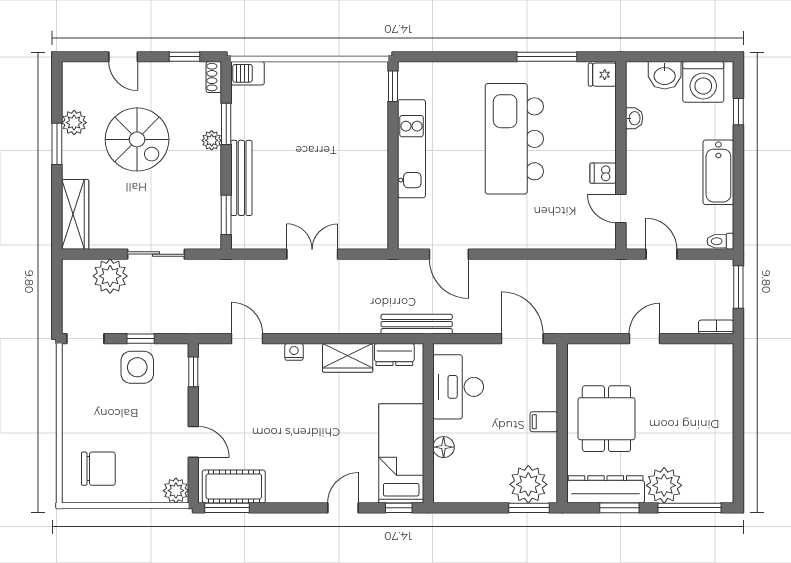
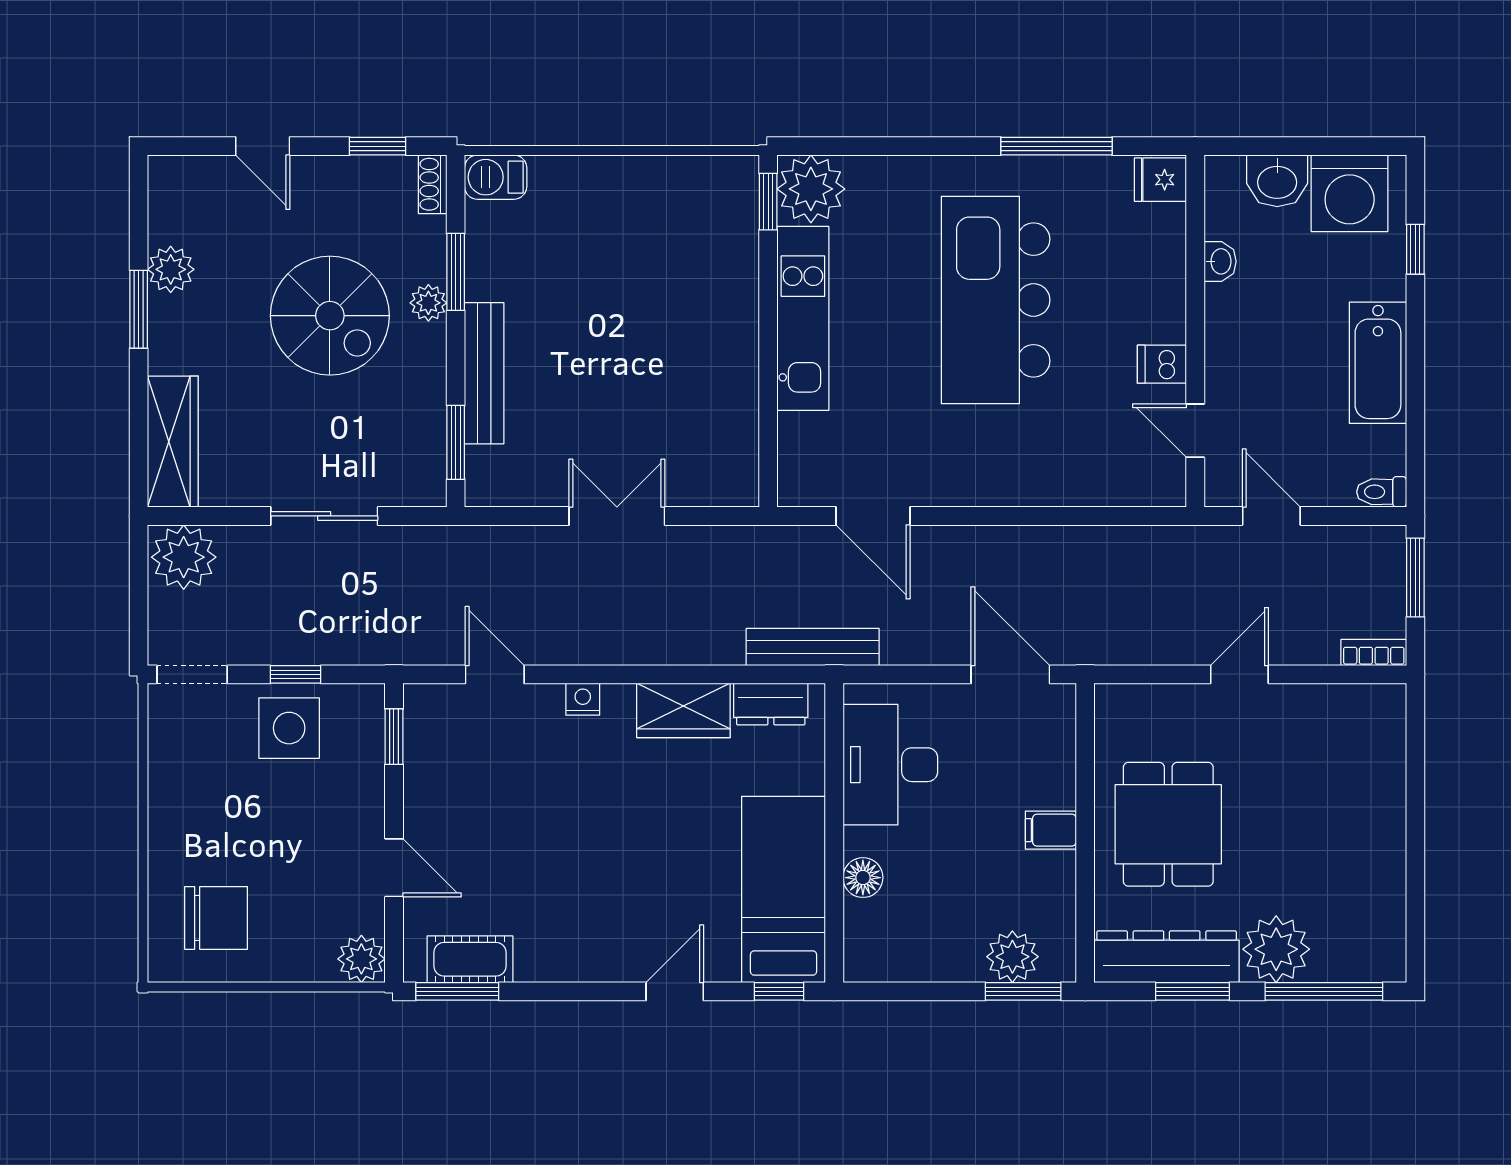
plant: (416, 80) -> (811, 189), added
spiral stairs: (137, 139) -> (330, 316), moved
plant: (110, 276) -> (184, 557), moved
plant: (528, 484) -> (1012, 957), width x0.73, depth x0.73
cot: (234, 486) -> (470, 959), width x0.73, depth x0.75

